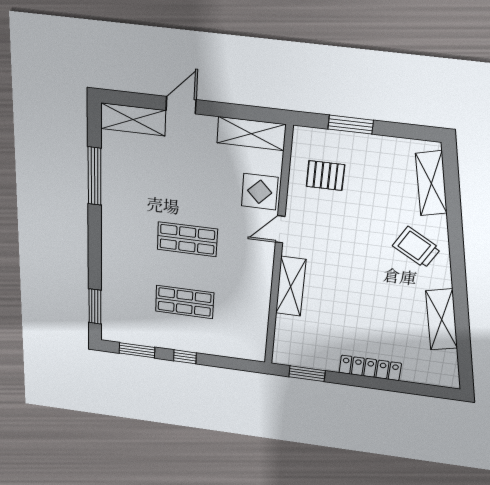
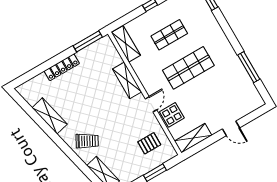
door: (181, 105) -> (231, 128), hinge flipped
shelving: (133, 119) -> (126, 44), moved, turned 90
shop shelf: (187, 239) -> (188, 68), width x1.43, depth x1.36
window: (307, 374) -> (88, 41), width x1.44

